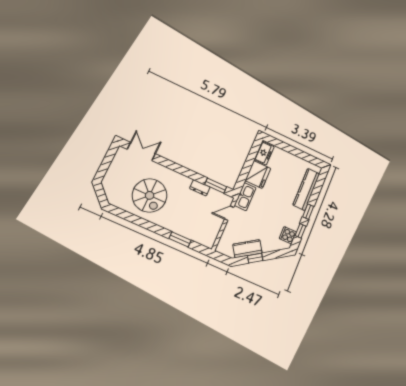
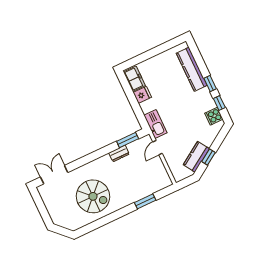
fridge: (258, 174) -> (142, 95), width x0.53, depth x0.75

